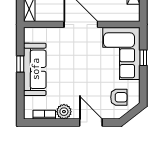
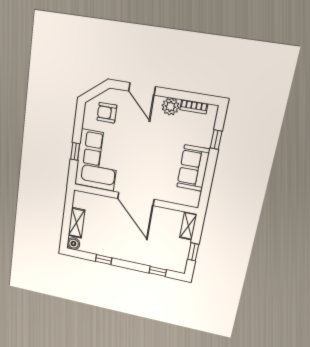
window: (20, 64) -> (216, 140), moved
sofa: (35, 69) -> (193, 168), width x0.73

